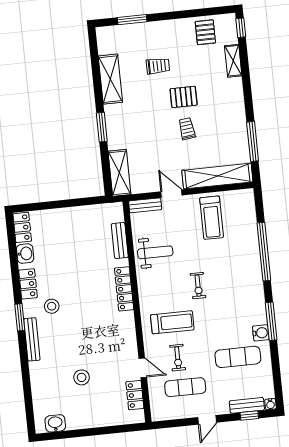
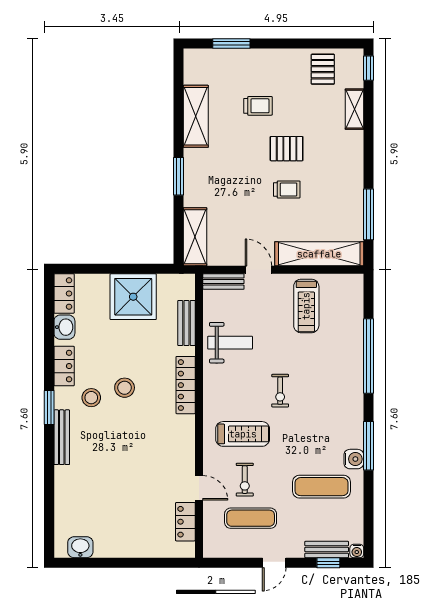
trolley: (187, 129) -> (287, 189), turned 97
shower: (76, 224) -> (133, 297), added
stool: (82, 377) -> (125, 388), moved

